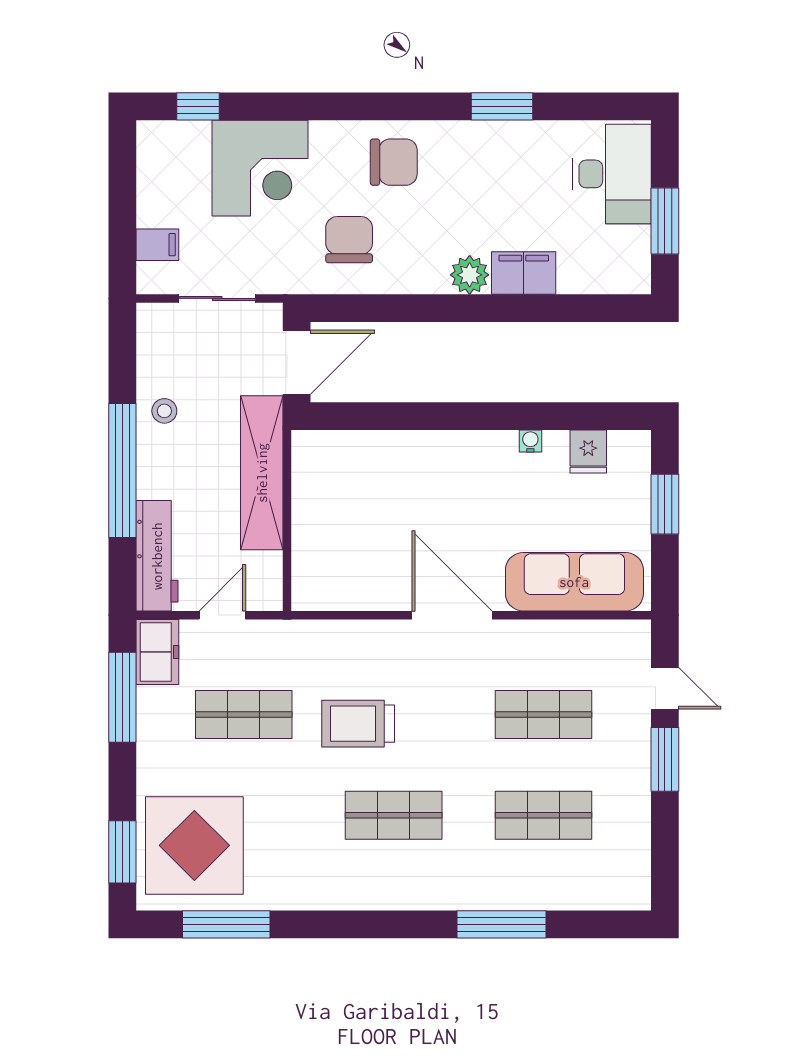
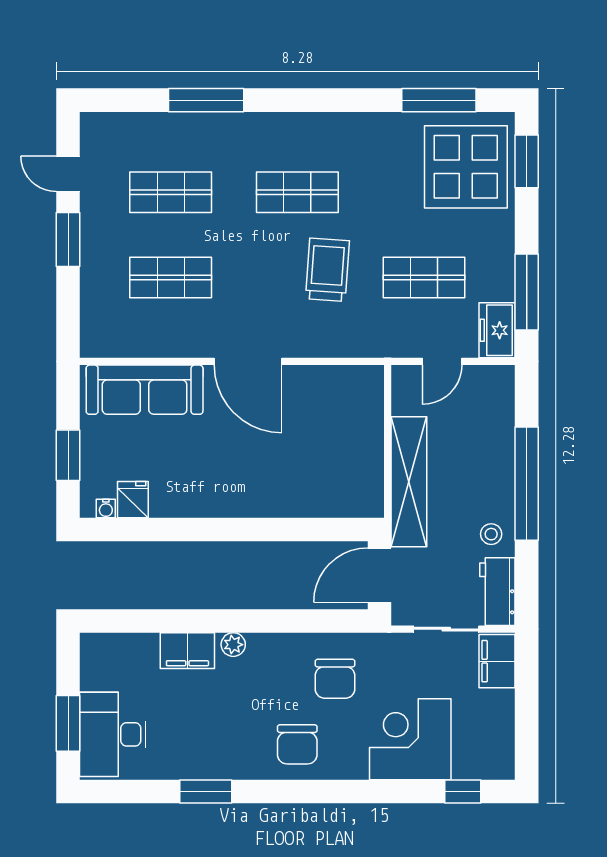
chair: (394, 162) -> (297, 744), turned -90
window: (665, 221) -> (68, 723), moved
filing cabinet: (157, 245) -> (497, 661), width x2.00
plant: (470, 275) -> (233, 645), width x0.73, depth x0.73
water cooler: (530, 441) -> (106, 509), moved
workbench: (157, 556) -> (497, 592), moved, width x0.73
door: (665, 688) -> (68, 174), moved
trolley: (358, 724) -> (327, 270), turned -86

